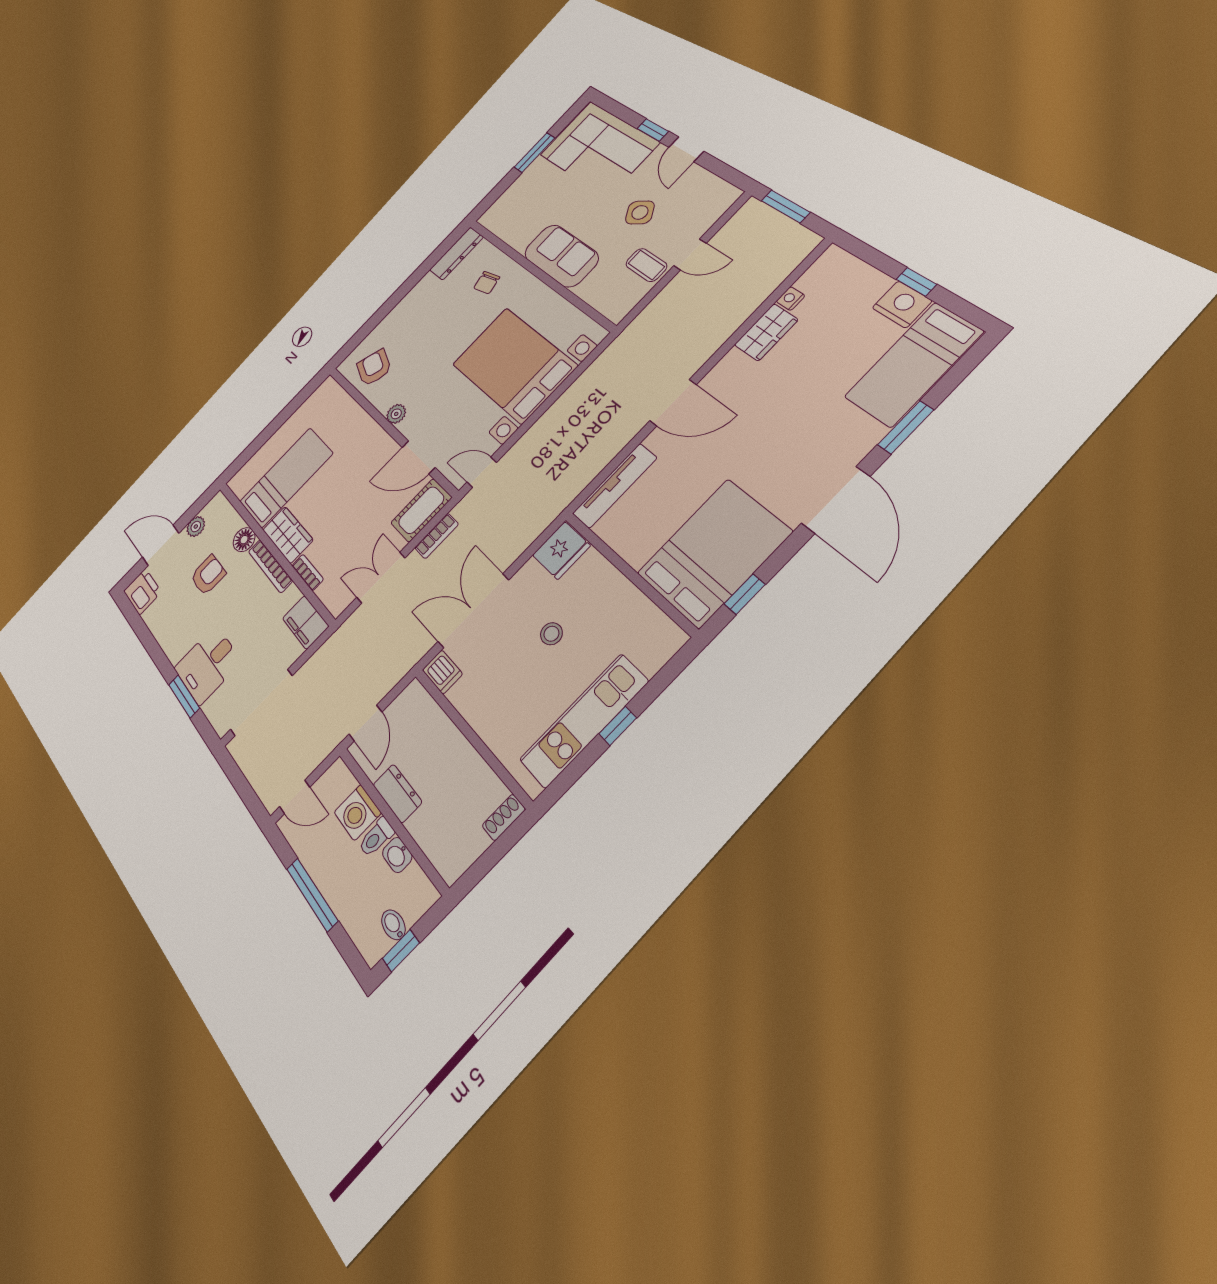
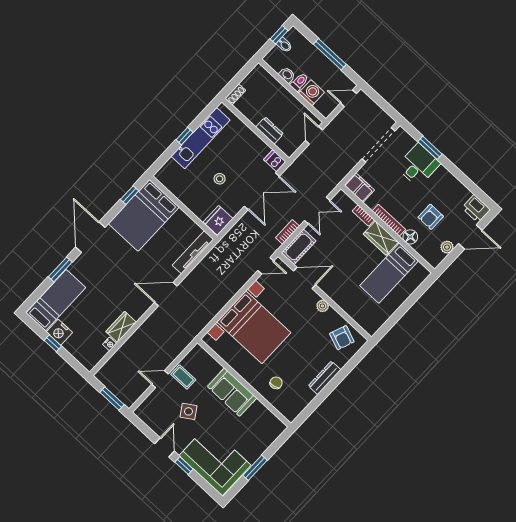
dresser: (456, 254) -> (325, 378), moved
dresser: (397, 793) -> (270, 130), moved, turned 180

